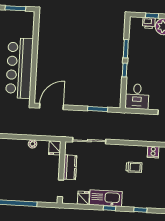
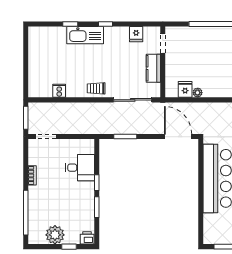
printer: (149, 23) -> (87, 238), moved
desk: (137, 96) -> (80, 168), moved, turned 90
door: (52, 107) -> (178, 137), swing flipped
fridge: (55, 148) -> (185, 89), moved
trolley: (134, 167) -> (96, 88), moved
kitchen sink: (106, 198) -> (85, 35), moved

